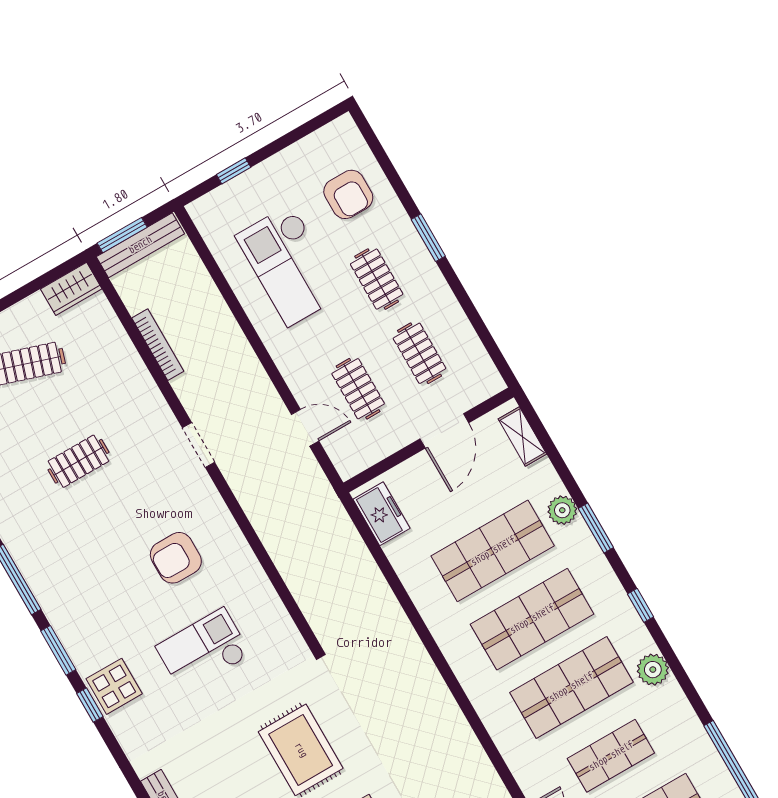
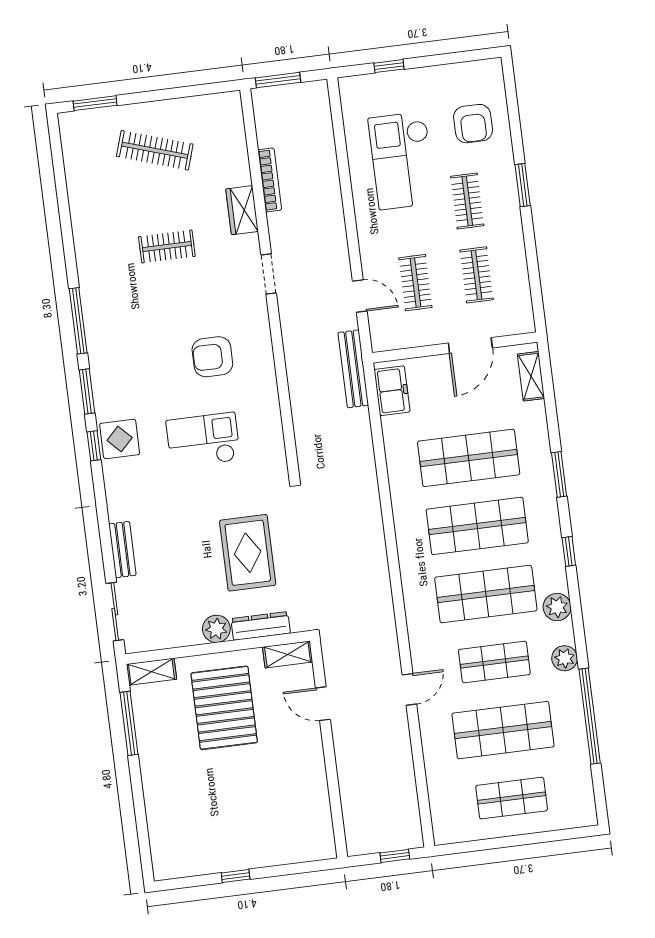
bench: (140, 245) -> (353, 369), moved, turned 90
wardrobe: (71, 289) -> (242, 210), moved, turned 90
plant: (562, 510) -> (565, 658), moved

